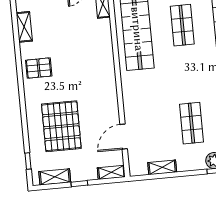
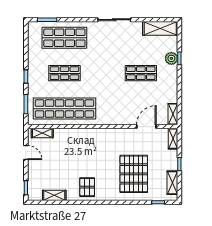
pallet: (61, 126) -> (134, 174), turned 90
door: (124, 137) -> (146, 127), swing flipped
shelving: (162, 167) -> (173, 114), moved

